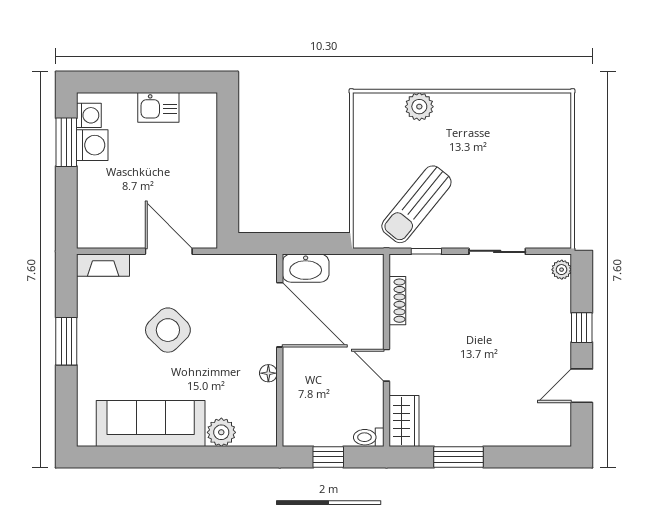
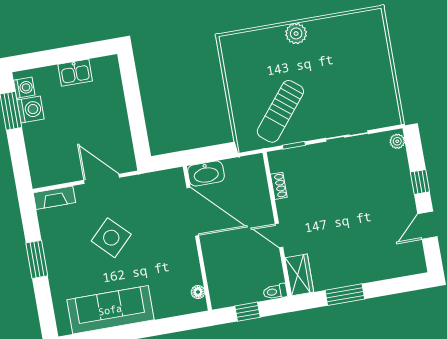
plant: (419, 107) -> (296, 33), moved
shoe rack: (397, 301) -> (279, 186), width x0.70
floor lamp: (268, 373) -> (198, 292), moved
plant: (221, 432) -> (164, 307), removed

